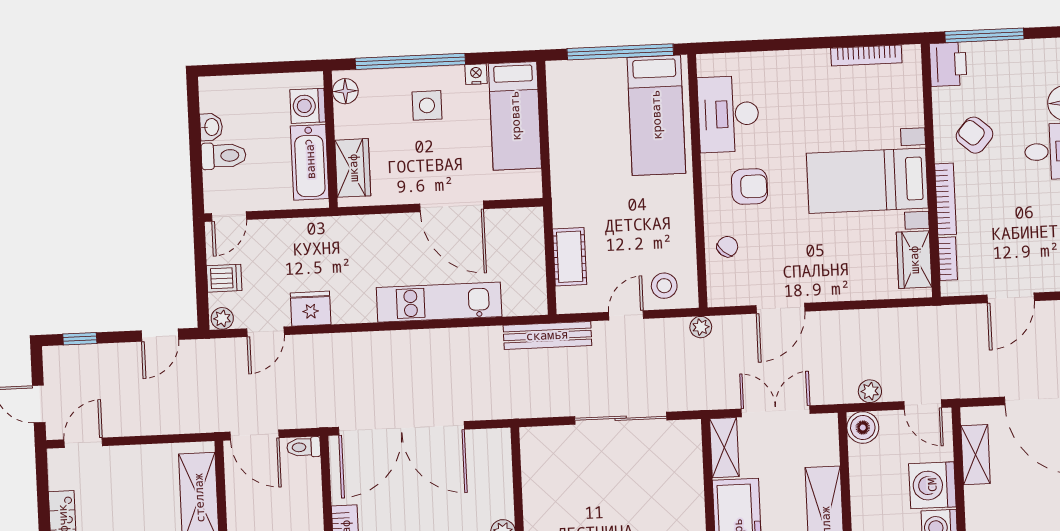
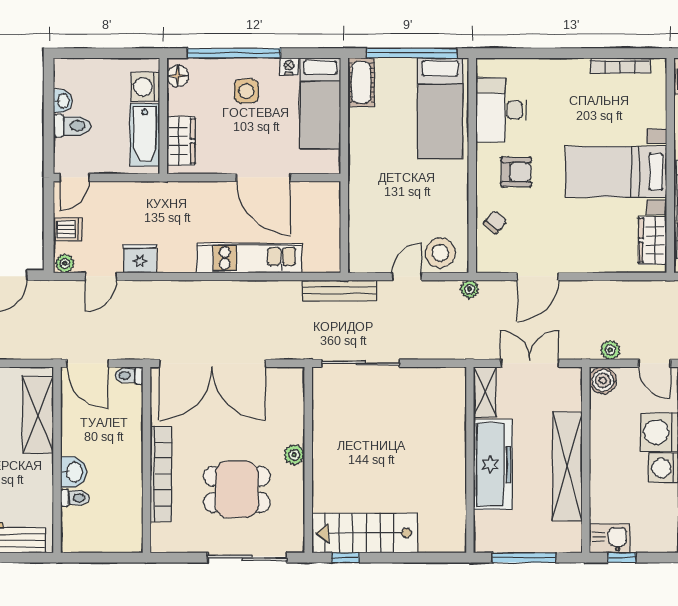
cot: (570, 257) -> (361, 82), moved
stool: (664, 286) -> (440, 253), width x1.38, depth x1.38
sliding door: (621, 418) -> (360, 363), moved

